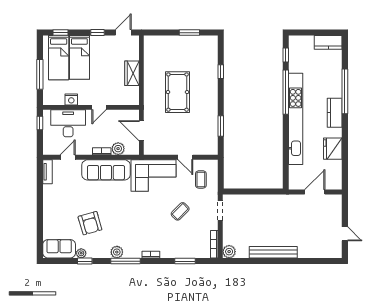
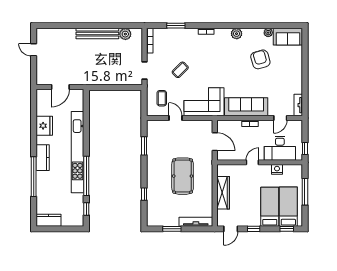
tv unit: (163, 41) -> (196, 222), added
wardrobe: (132, 73) -> (223, 193), width x1.50
plant: (118, 149) -> (235, 126), removed
plant: (229, 252) -> (125, 34), moved
window: (85, 261) -> (265, 26), removed
window: (125, 261) -> (229, 26), removed

